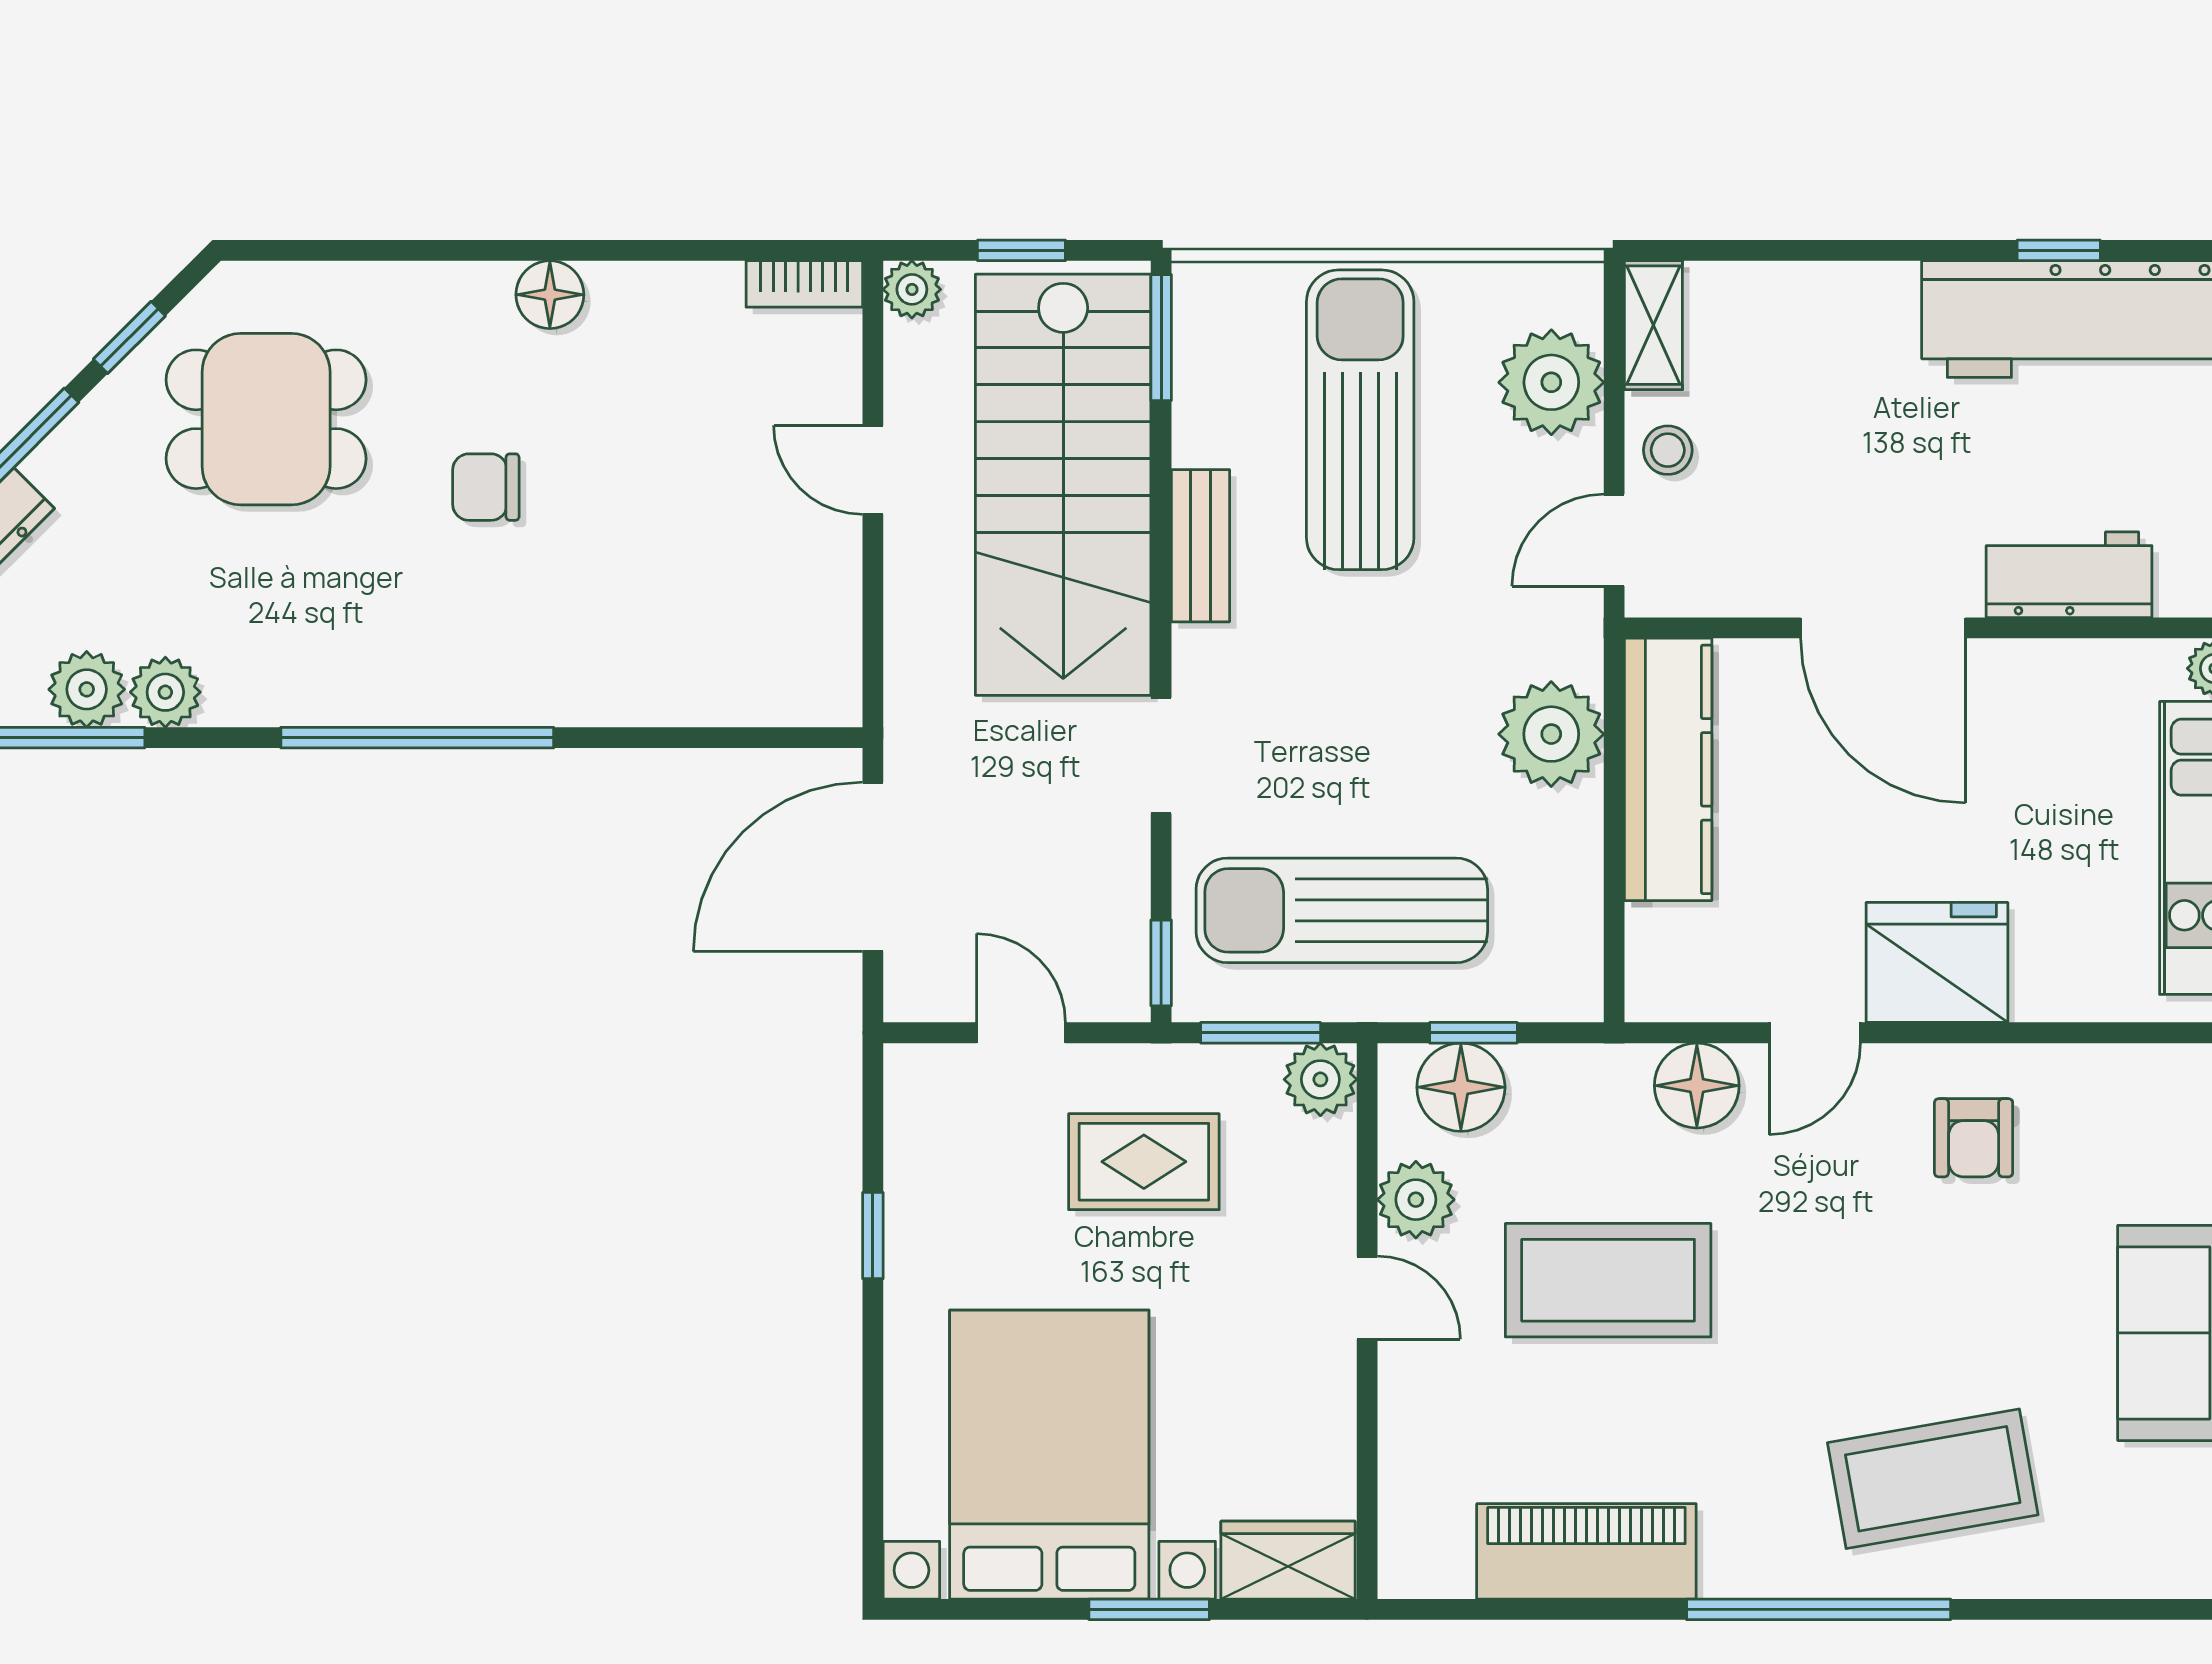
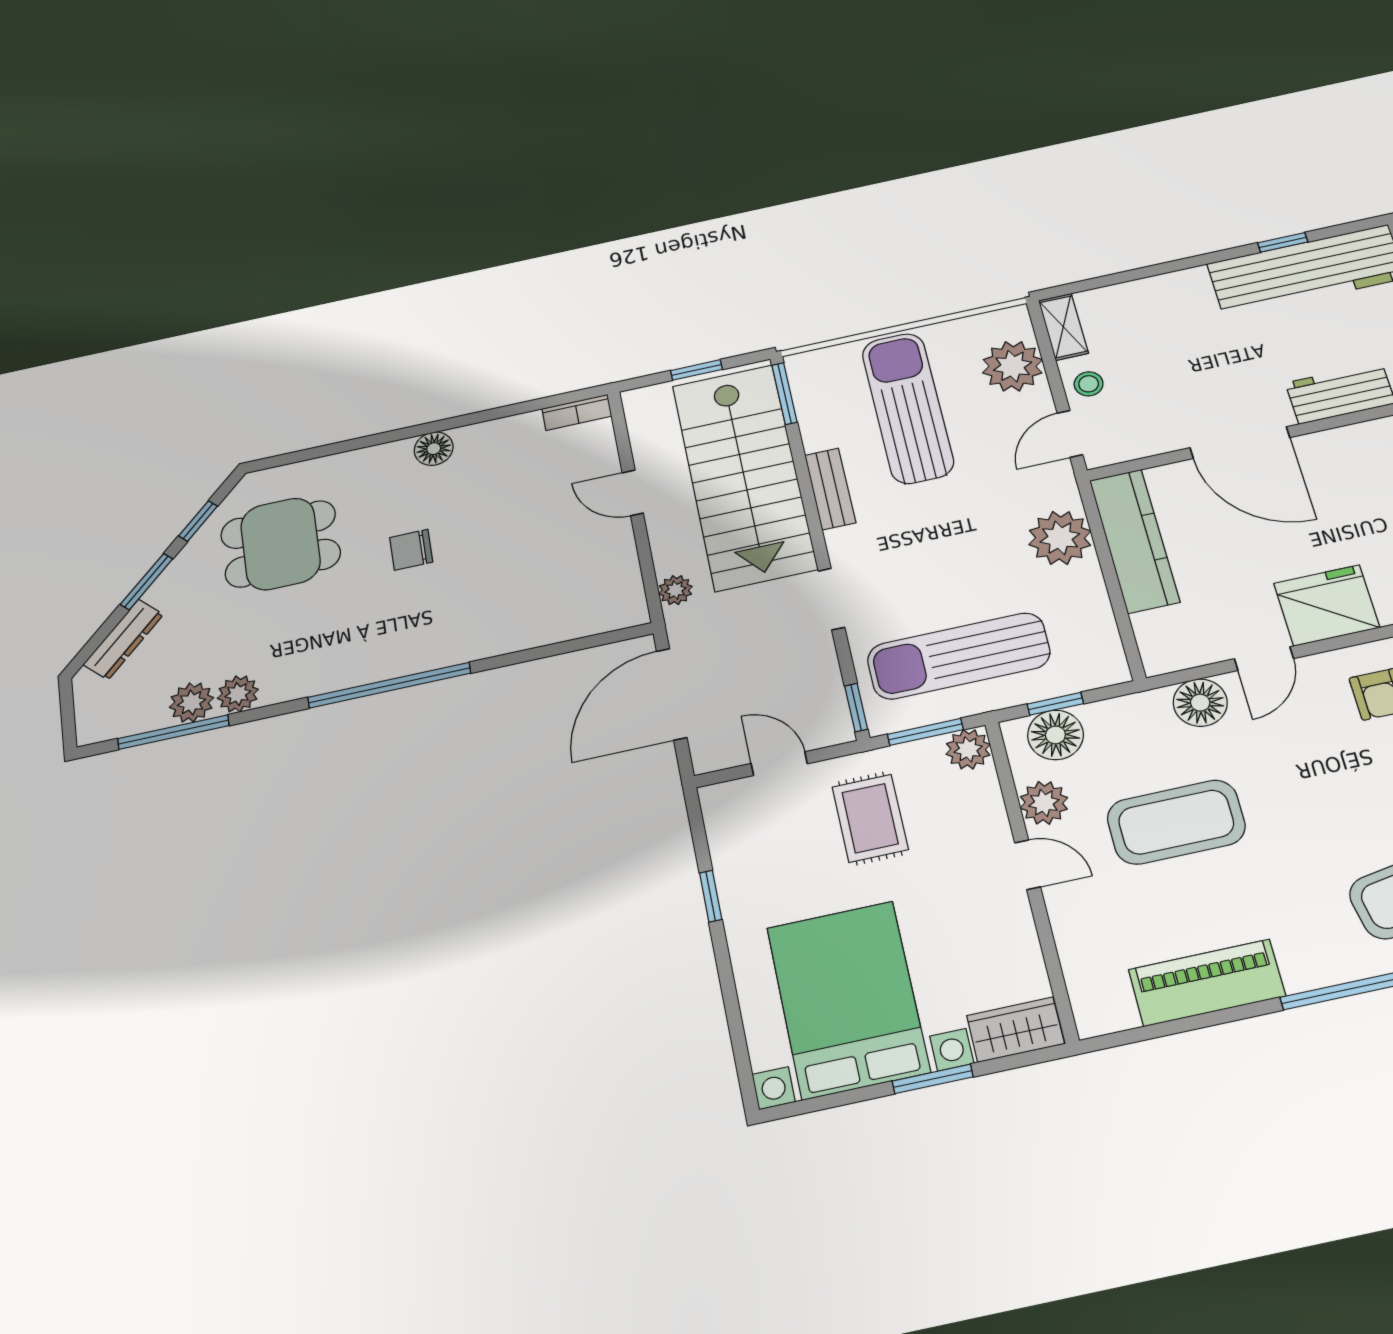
plant: (912, 289) -> (675, 590), moved
rug: (1144, 1162) -> (870, 818), turned 90

